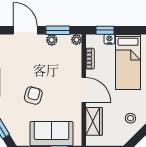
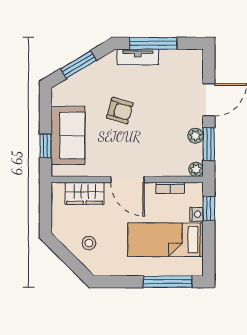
door: (84, 90) -> (127, 179), hinge flipped

